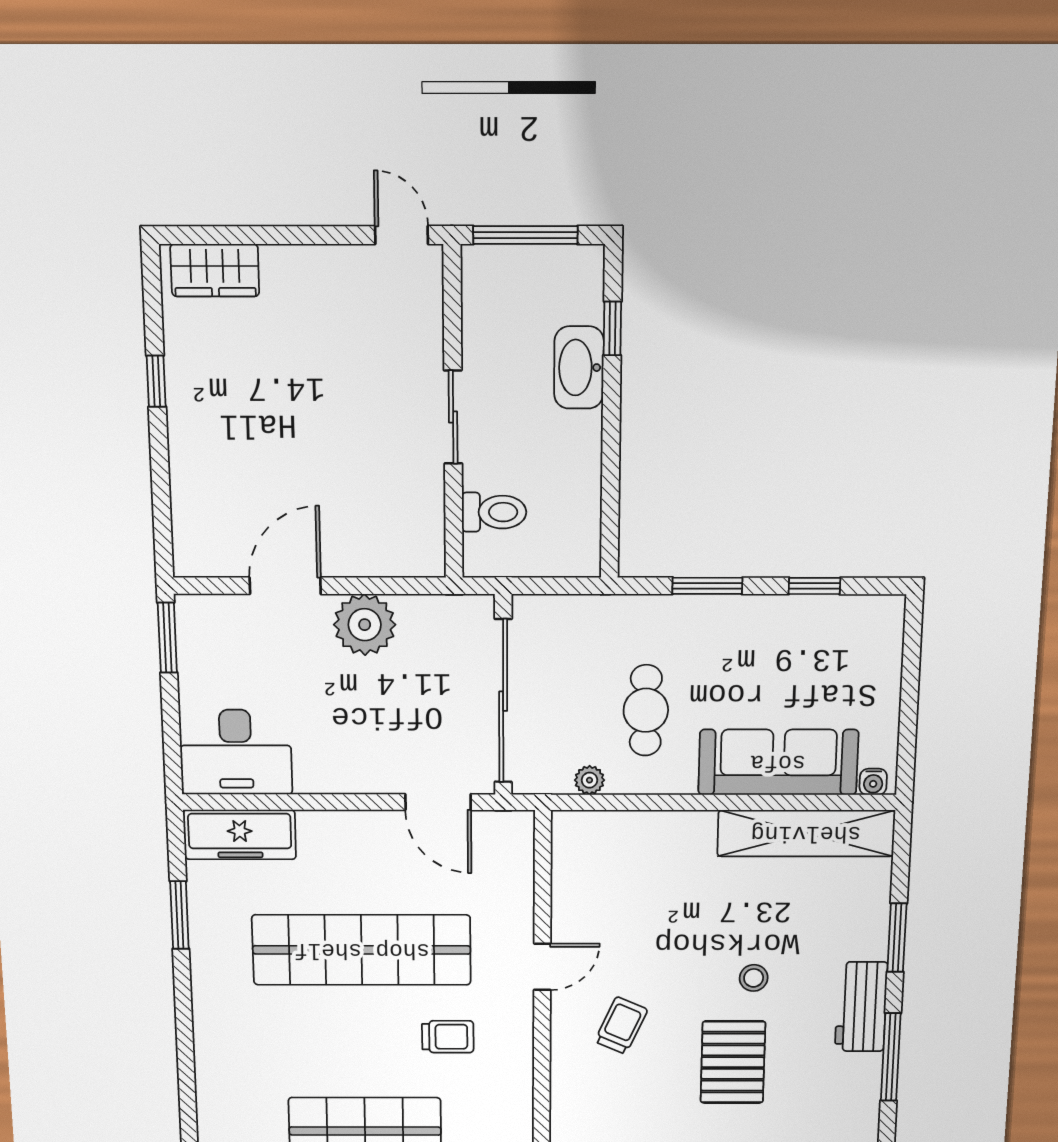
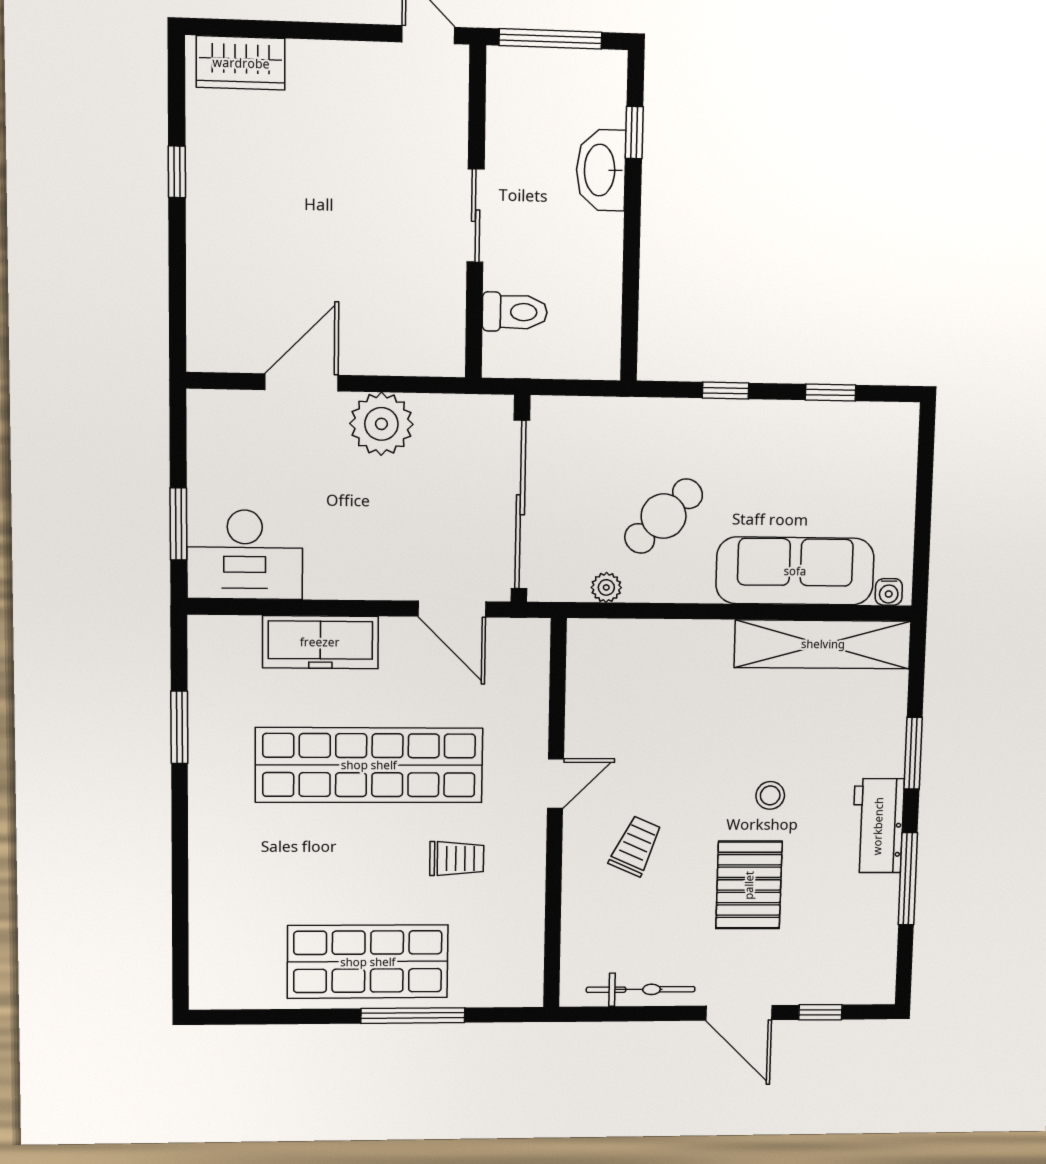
window: (707, 586) -> (726, 391), width x0.67
window: (167, 638) -> (178, 524), moved
cafe table: (646, 710) -> (664, 516), turned 46
freezer: (240, 835) -> (320, 642), moved

